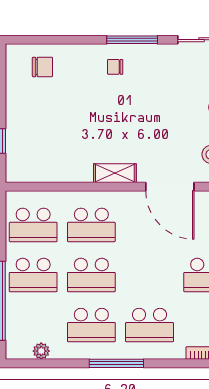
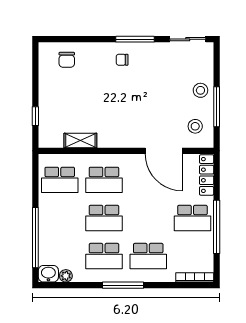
chair: (42, 67) -> (67, 60), turned 90
shelving: (115, 173) -> (80, 141), moved
school desk: (33, 275) -> (60, 218), removed
washbasin: (18, 348) -> (48, 274), added

